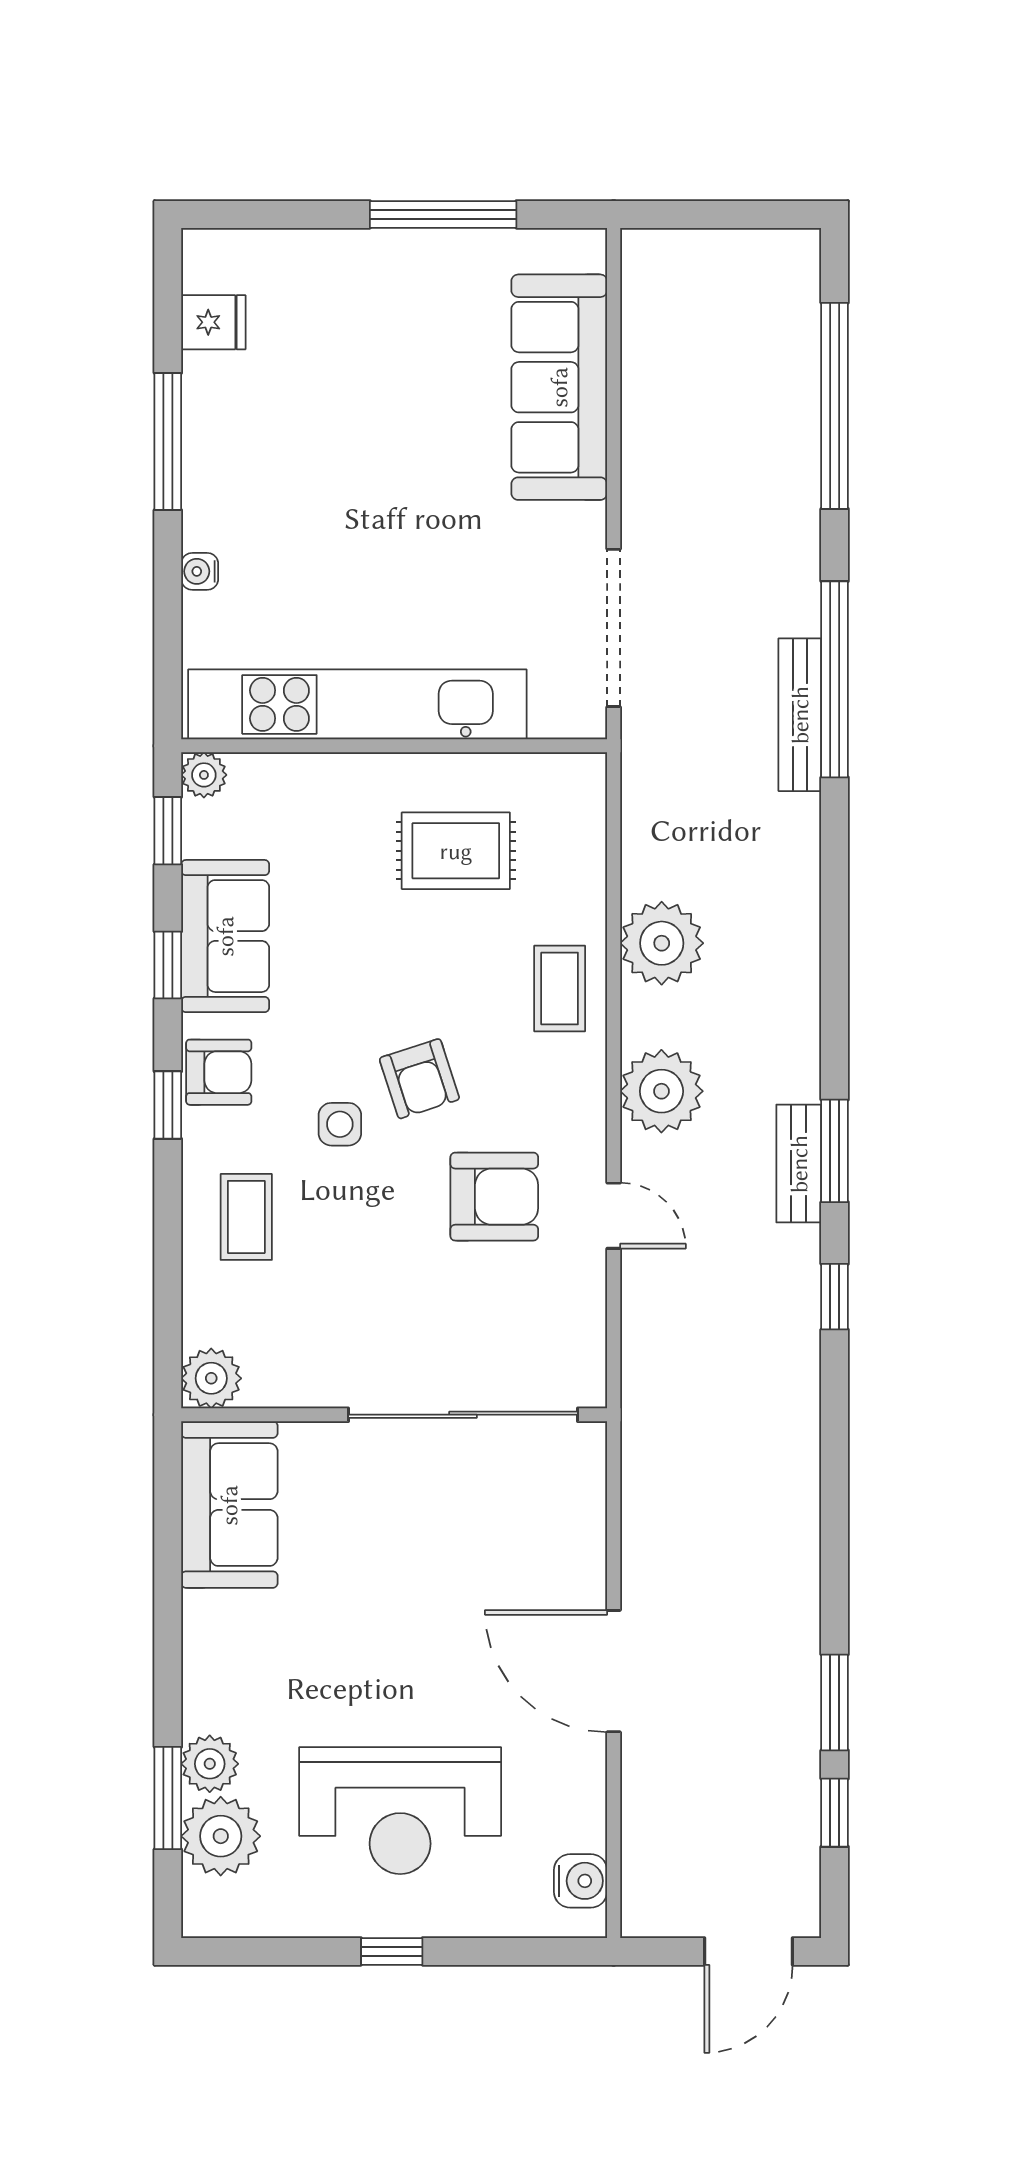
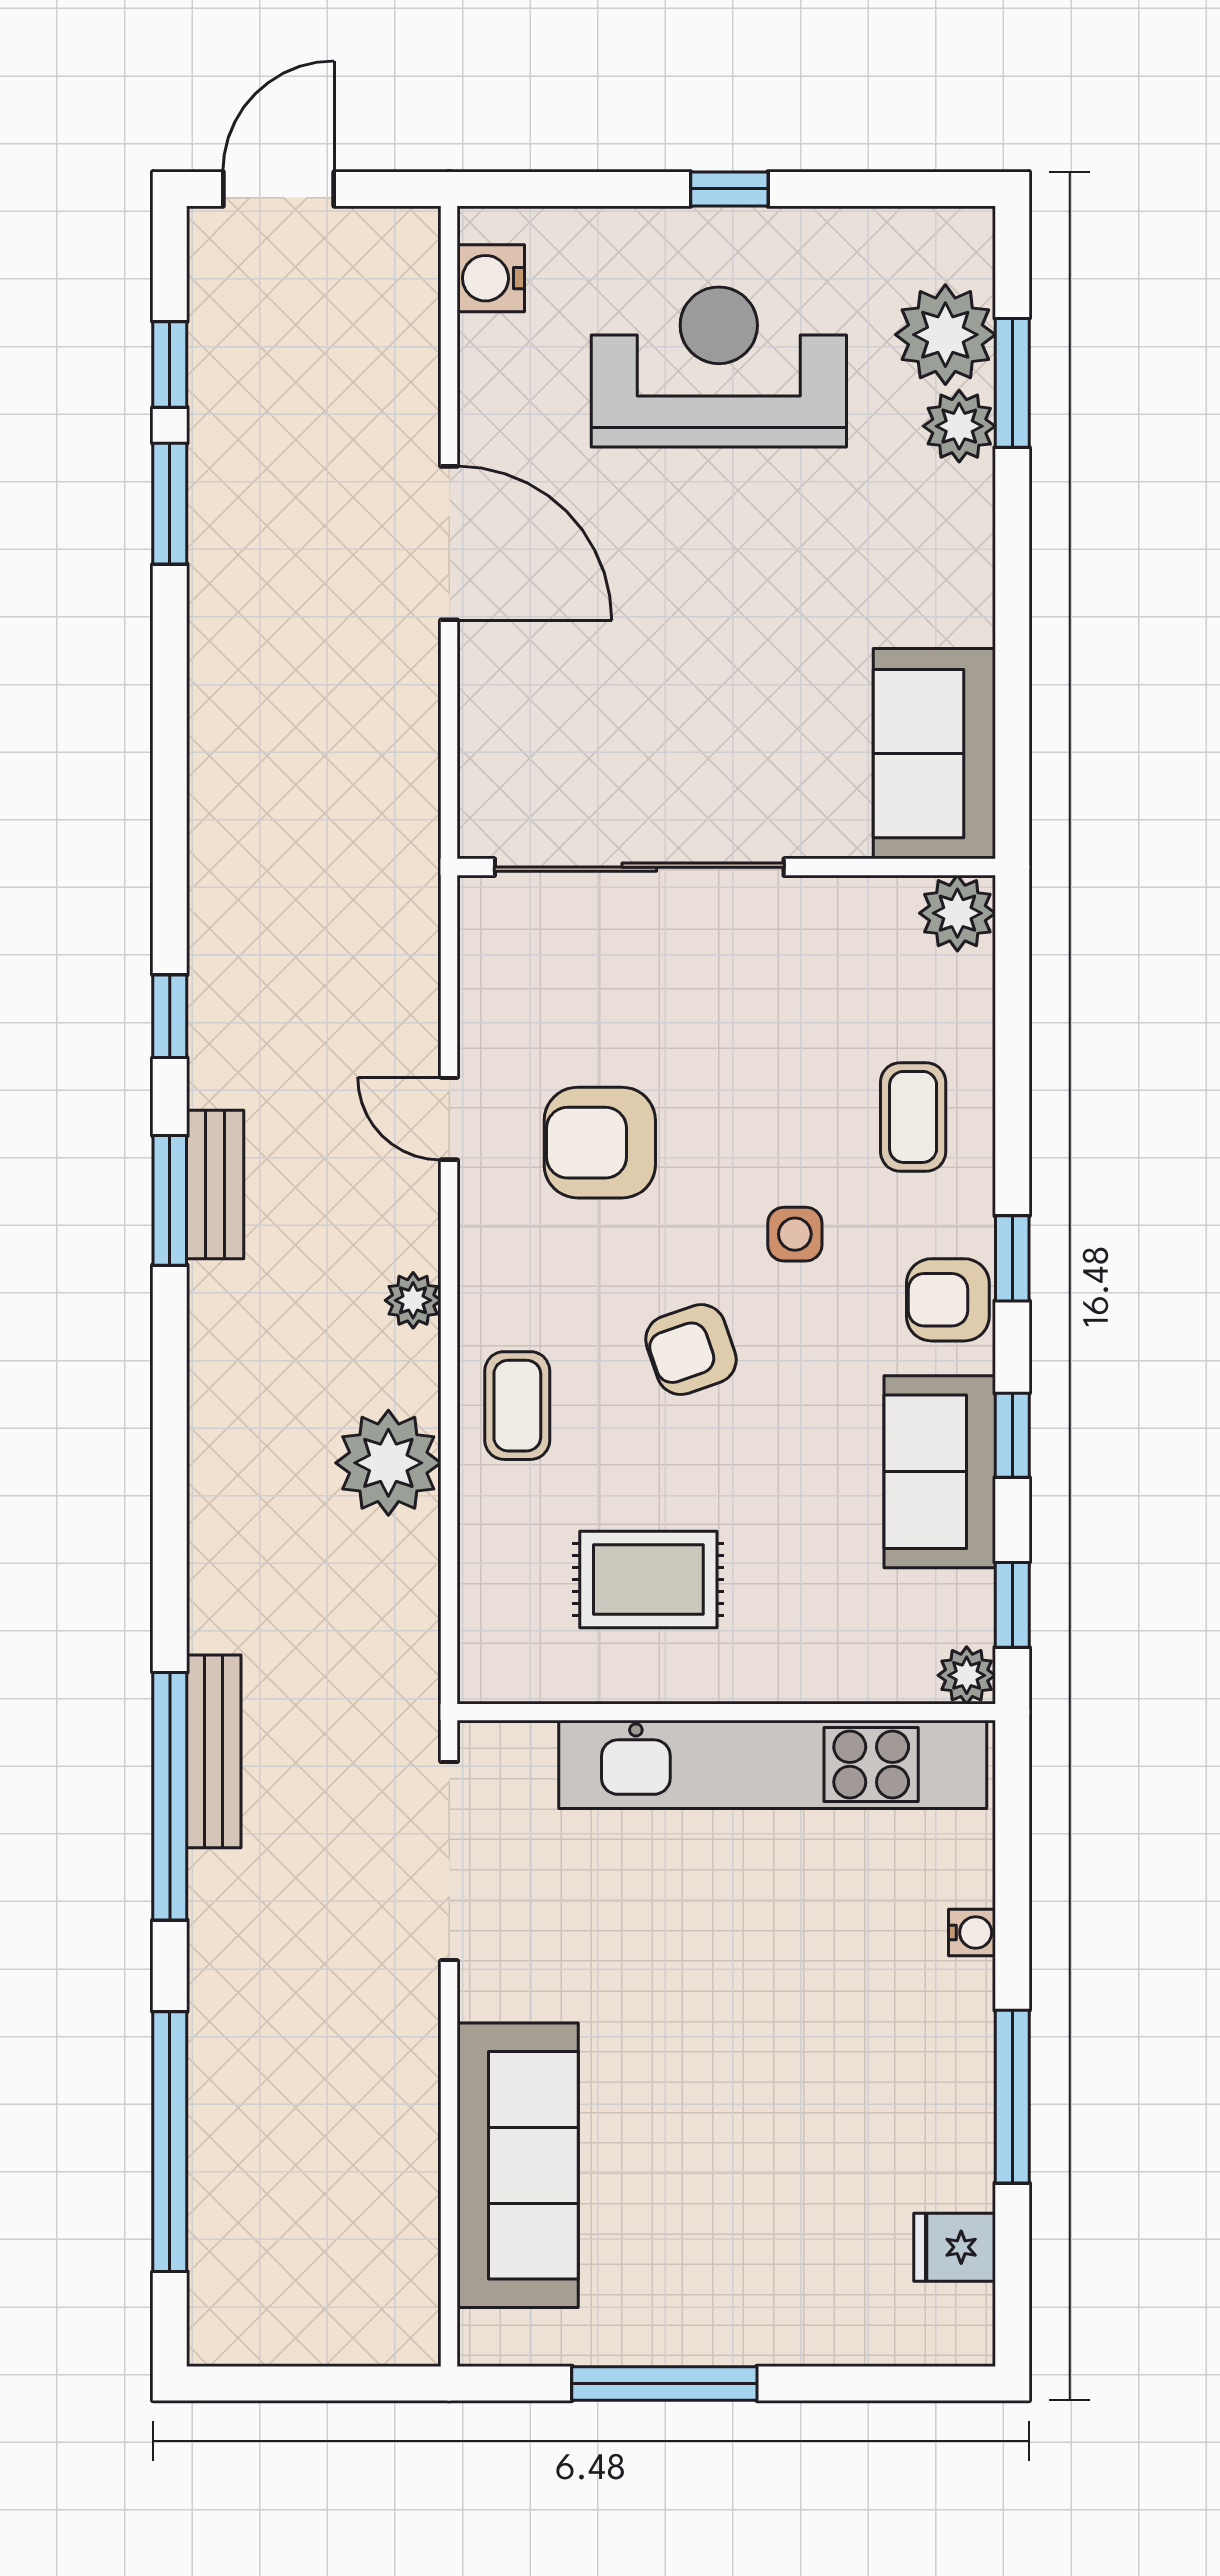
armchair: (419, 1079) -> (691, 1350), moved, turned -91
plant: (661, 1091) -> (413, 1300), width x0.53, depth x0.53

